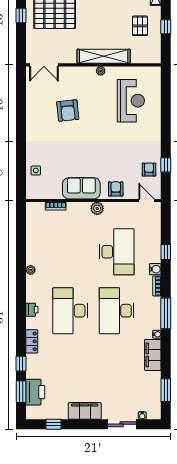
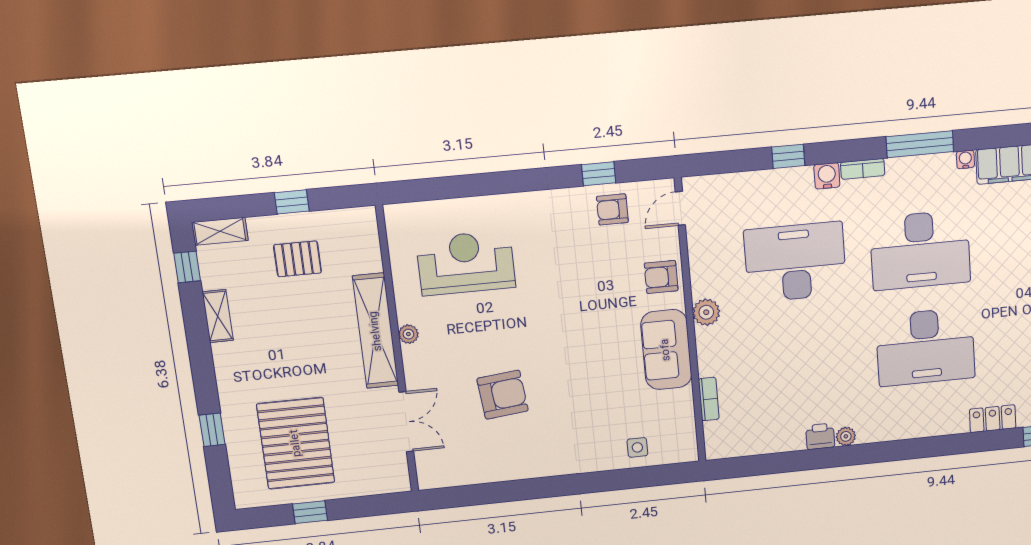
double door: (44, 65) -> (406, 422), moved
printer: (32, 310) -> (820, 436), moved

